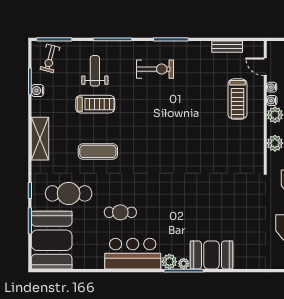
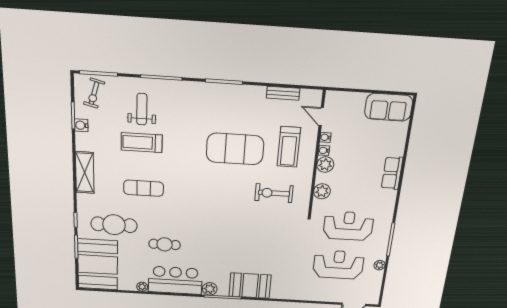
exercise bike: (155, 69) -> (274, 193), moved, turned 180
treadmill: (95, 104) -> (142, 143), turned 180
exercise mat: (186, 105) -> (235, 149), added
plant: (184, 264) -> (142, 287), moved

